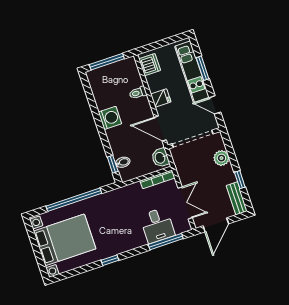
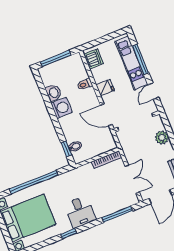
window: (203, 68) -> (140, 59), width x1.44
door: (215, 105) -> (153, 91), hinge flipped
washbasin: (160, 158) -> (54, 93), moved, turned 180
desk: (157, 225) -> (80, 212), moved

